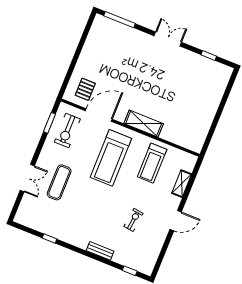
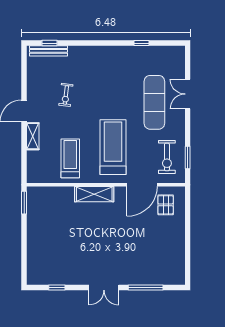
window: (120, 20) -> (146, 287), moved
exercise bike: (67, 131) -> (167, 157), turned 180
window: (208, 141) -> (24, 203), added
exercise mat: (59, 182) -> (154, 102), width x1.36, depth x1.45
shelving: (182, 184) -> (33, 136), moved
bench: (100, 251) -> (49, 51), moved, width x1.36

